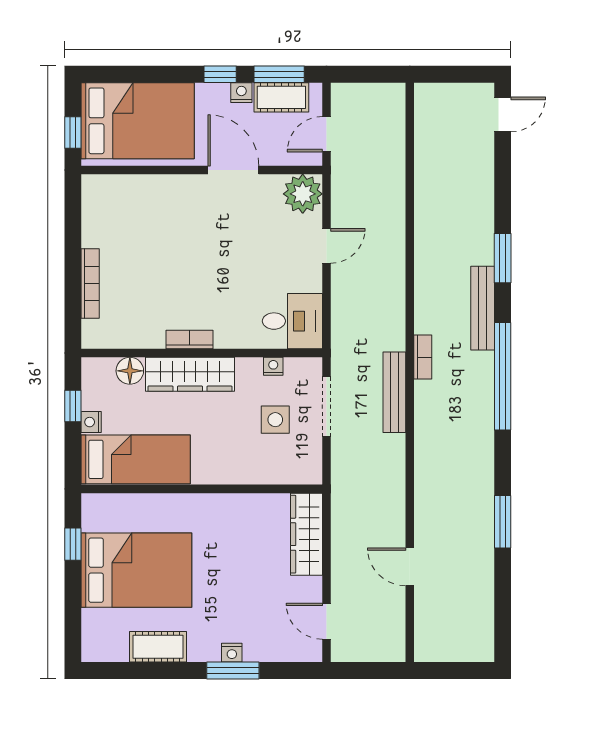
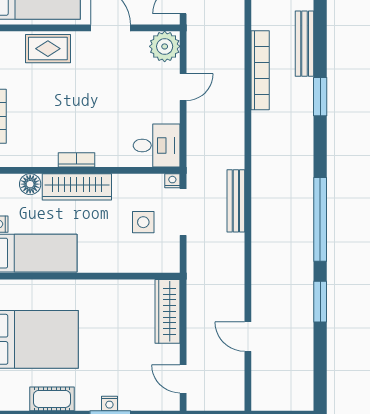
rug: (153, 196) -> (48, 49), added
bench: (483, 308) -> (305, 44), moved
bookcase: (423, 357) -> (260, 70), moved, width x2.31, depth x1.31
nightstand: (273, 366) -> (172, 181), moved
window: (503, 376) -> (320, 219), moved

